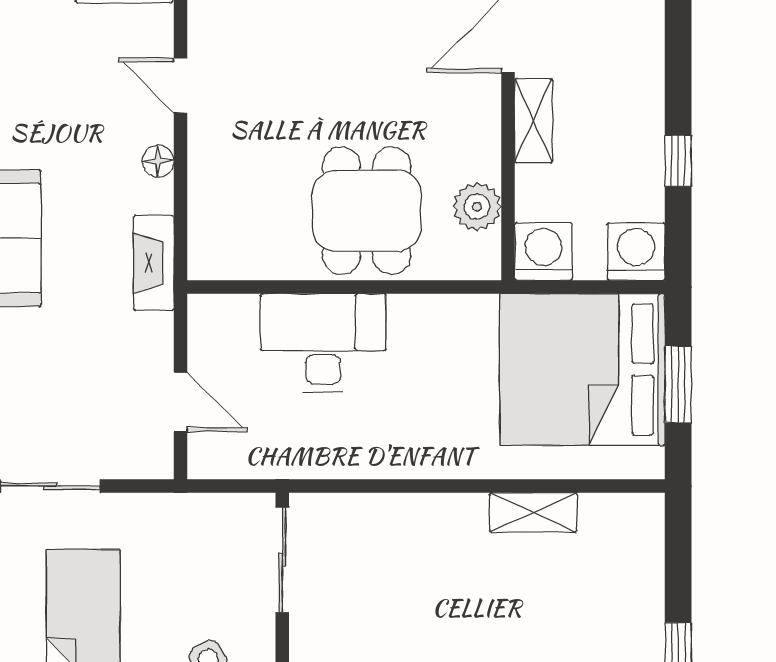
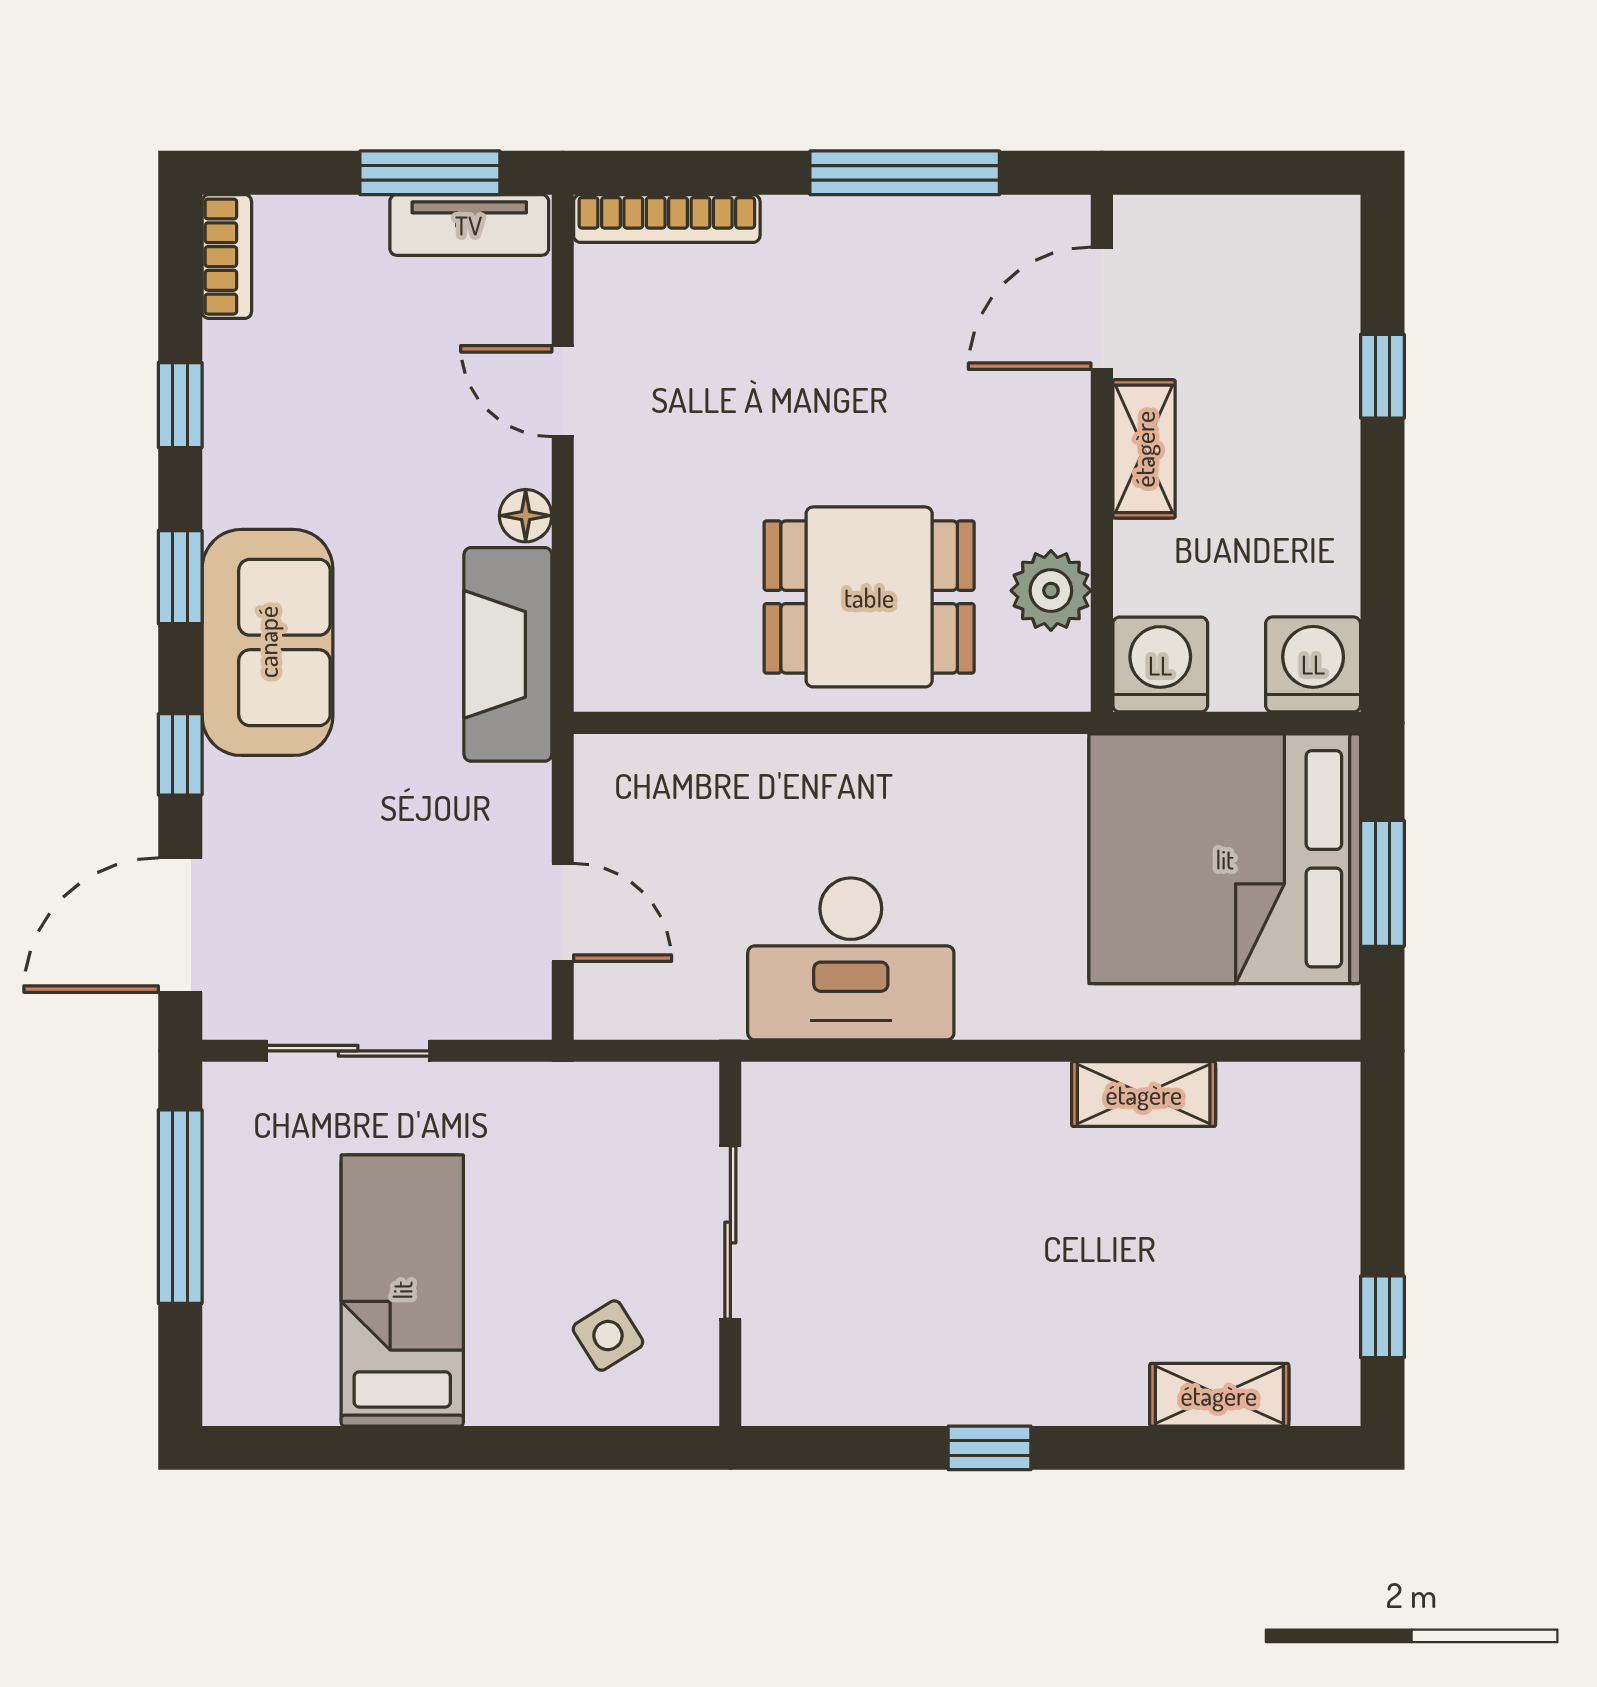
window: (678, 161) -> (1382, 376), moved
dining table: (367, 211) -> (869, 597), turned 90
fireplace: (154, 263) -> (508, 654), width x1.37, depth x1.32
desk: (323, 343) -> (851, 959), moved, turned 180
sliding door: (282, 560) -> (730, 1233), moved

